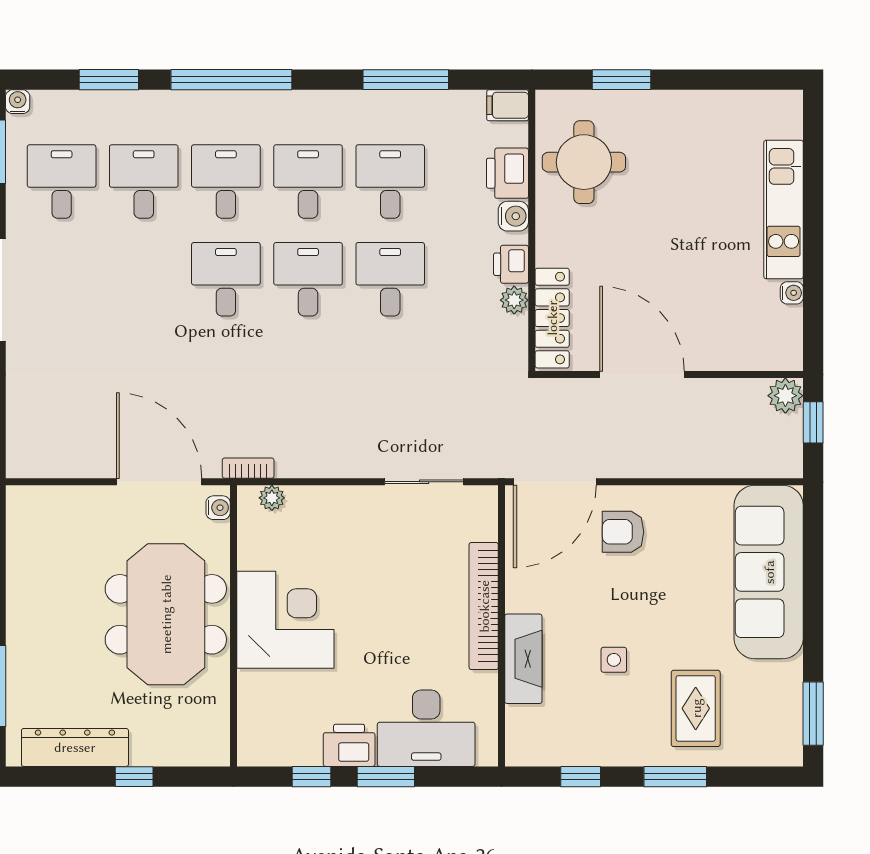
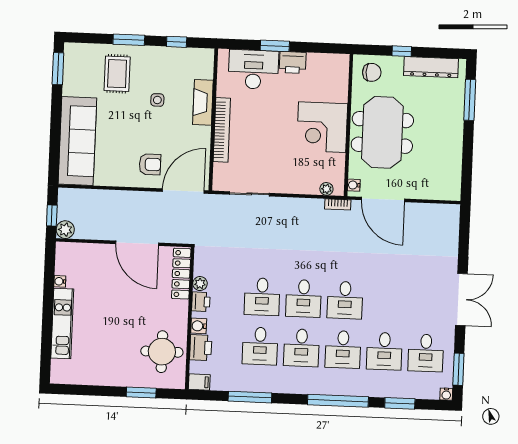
chair: (192, 732) -> (372, 72), added
window: (311, 777) -> (312, 47), removed

